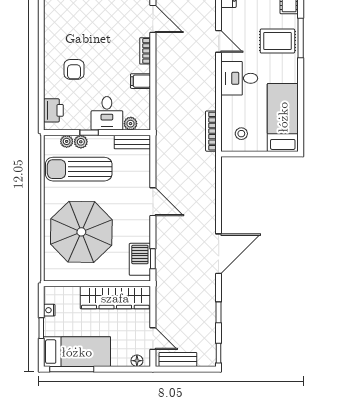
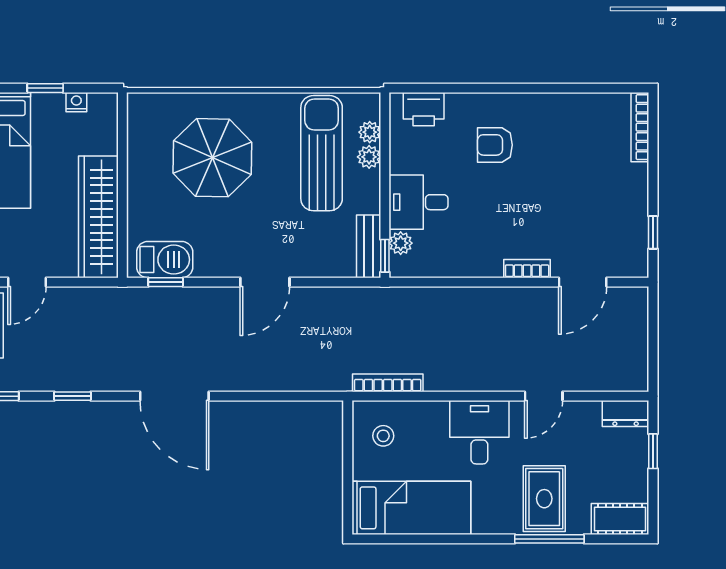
filing cabinet: (141, 81) -> (475, 261), removed
window: (89, 133) -> (385, 256), moved
parasol: (81, 232) -> (212, 158), width x0.73, depth x0.73

